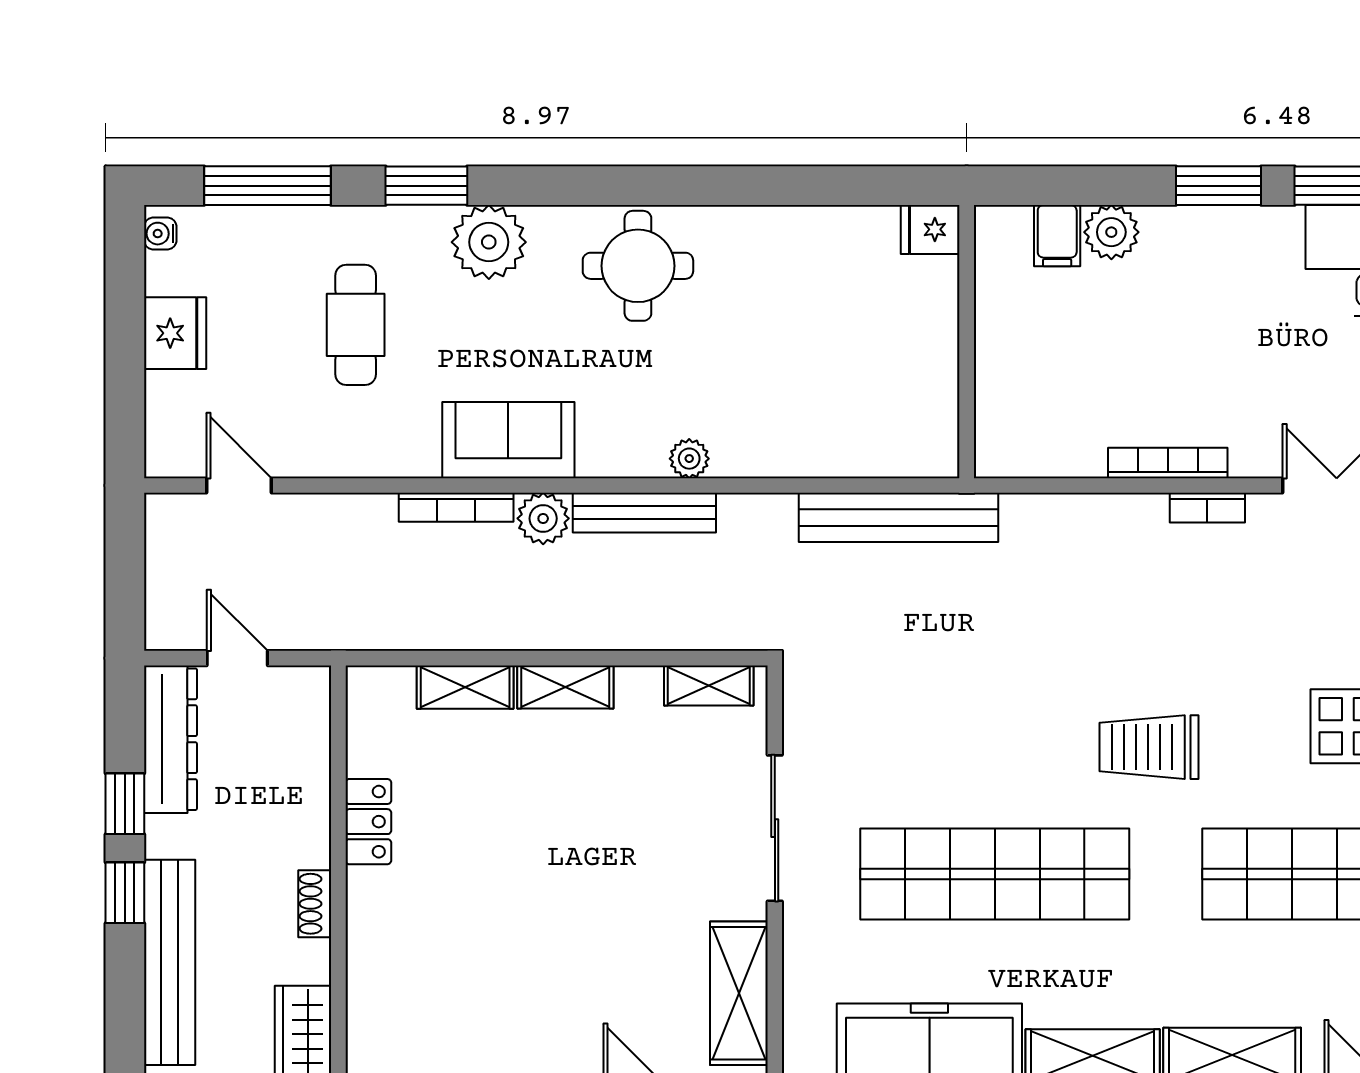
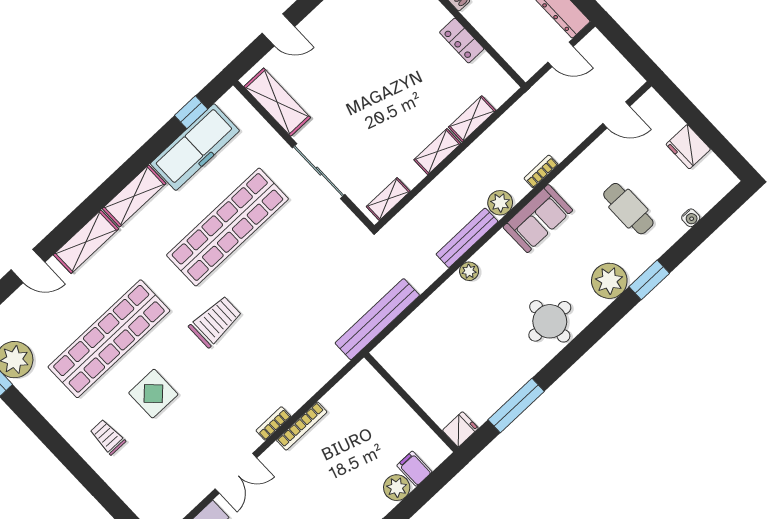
window: (268, 186) -> (516, 405), moved
water cooler: (160, 234) -> (691, 218), moved, turned 90
bookcase: (456, 507) -> (541, 171), width x0.64

